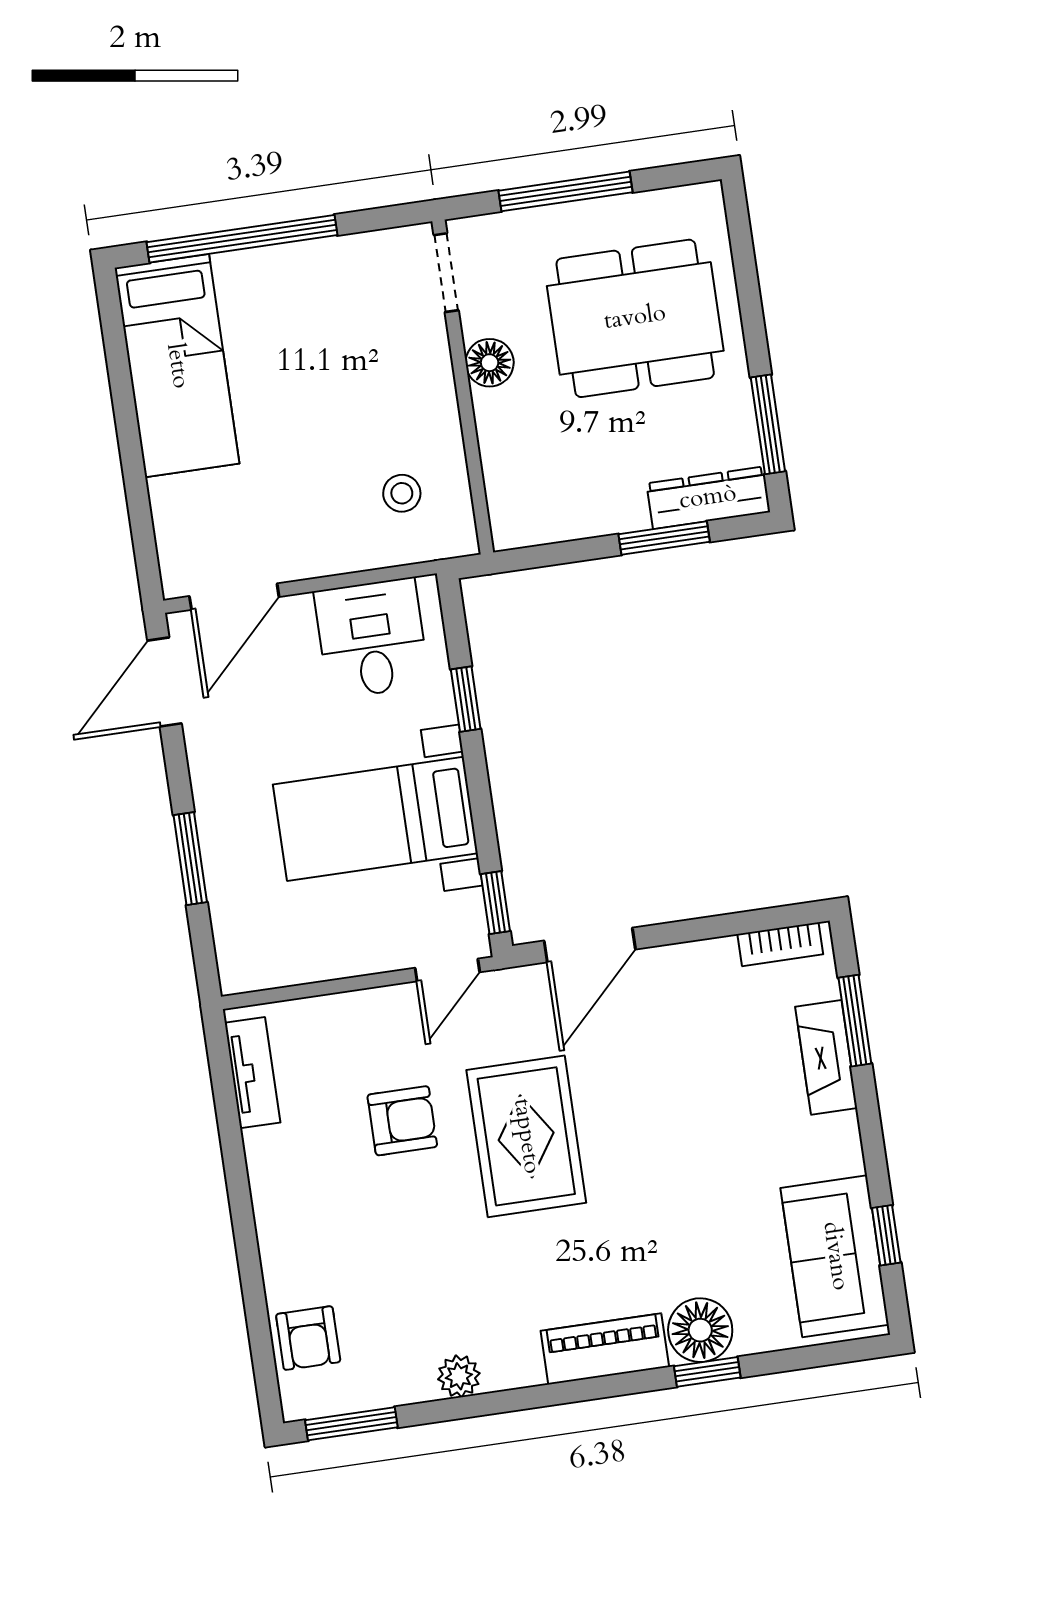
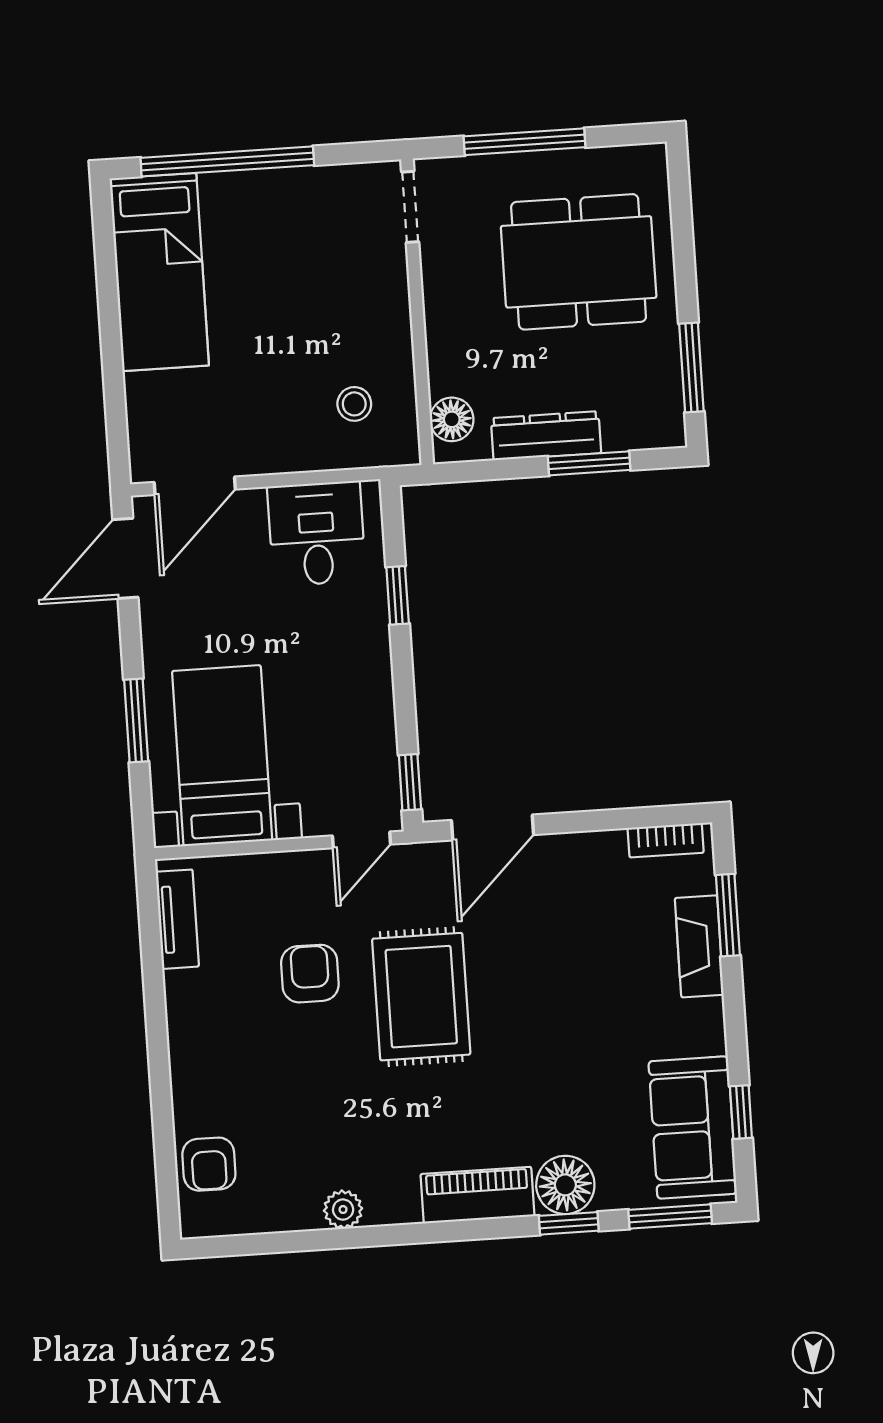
floor lamp: (490, 363) -> (452, 419), moved
dresser: (708, 498) -> (546, 436), moved
bed with nightstands: (375, 819) -> (222, 756), moved, turned 90
armchair: (402, 1121) -> (310, 974), turned -90
window: (351, 1424) -> (670, 1217), moved

